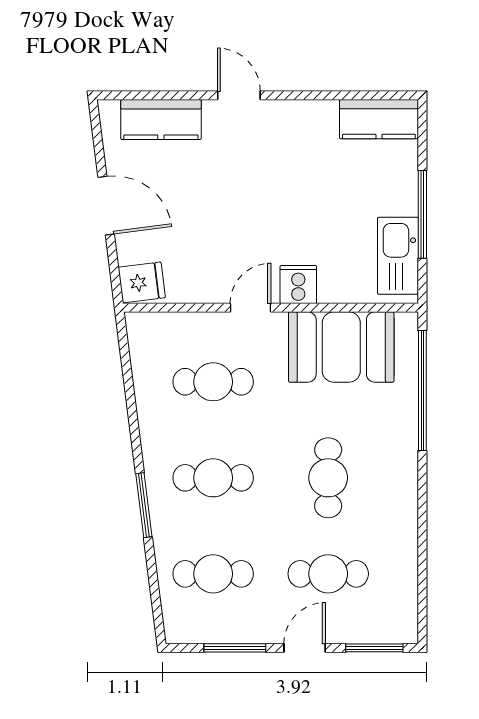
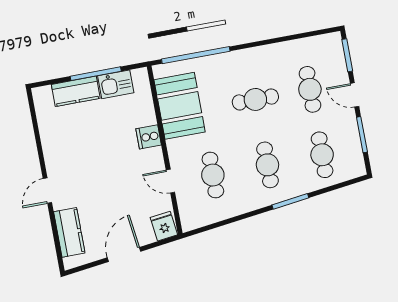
kitchen counter: (379, 119) -> (76, 91), moved, turned 90
kitchen sink: (398, 256) -> (116, 84), width x0.73
door: (250, 308) -> (170, 181), moved

